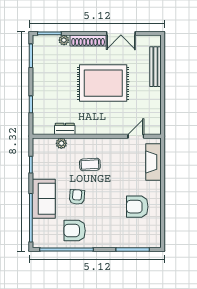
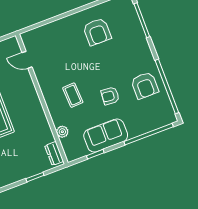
dresser: (65, 129) -> (54, 153), moved
fireplace: (153, 162) -> (46, 32), removed
sofa: (44, 199) -> (106, 136), moved

